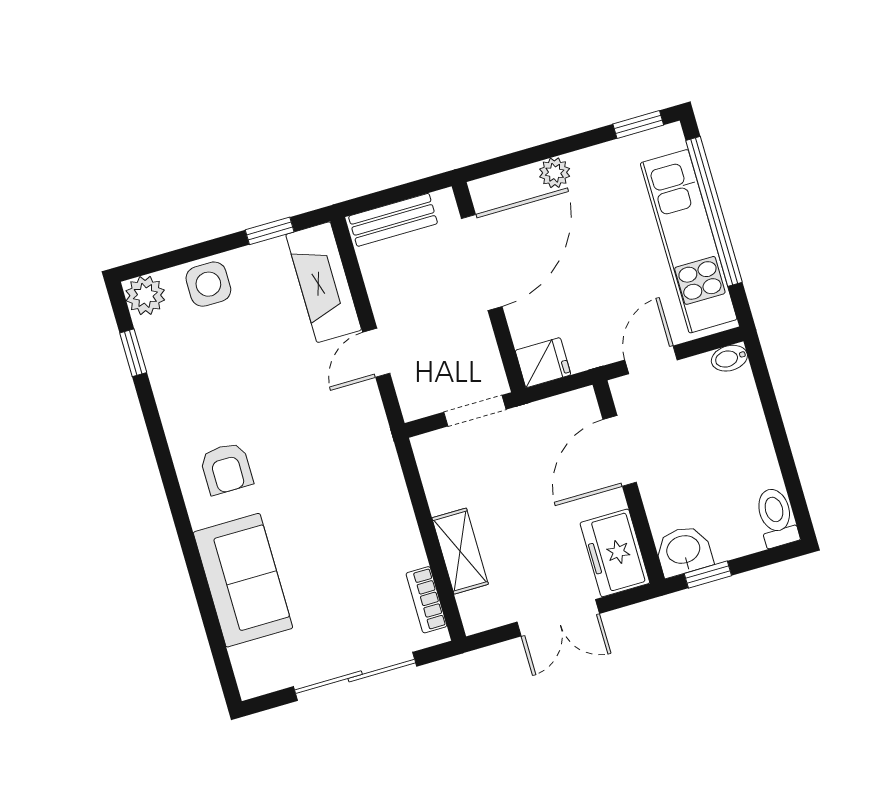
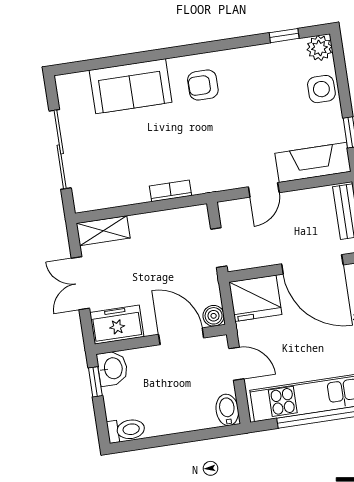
door: (376, 353) -> (264, 190), swing flipped
bidet: (729, 358) -> (227, 410), width x1.38, depth x1.36
fridge: (543, 363) -> (255, 298), width x1.88, depth x1.34
boiler: (582, 405) -> (214, 316), added
shelving: (460, 551) -> (103, 231), moved
bookcase: (426, 600) -> (171, 191), moved

